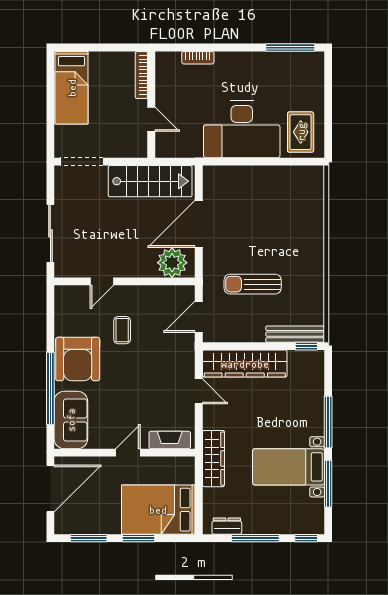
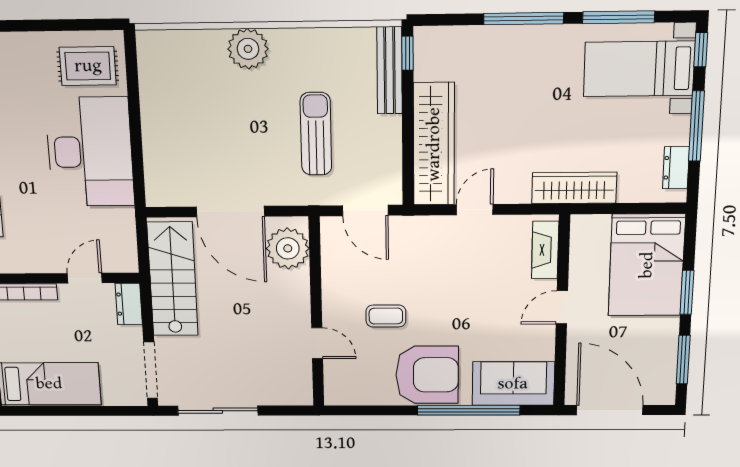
dresser: (132, 149) -> (129, 304), added
sliding door: (50, 233) -> (218, 411), moved
plant: (311, 240) -> (248, 49), added
sun lounger: (253, 284) -> (316, 134), turned 180
door: (128, 453) -> (562, 307), hinge flipped
bed with nightstands: (289, 467) -> (639, 69), moved, turned 90

